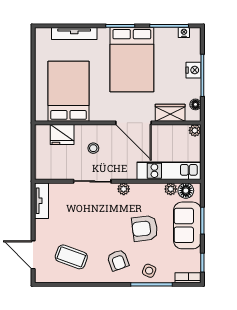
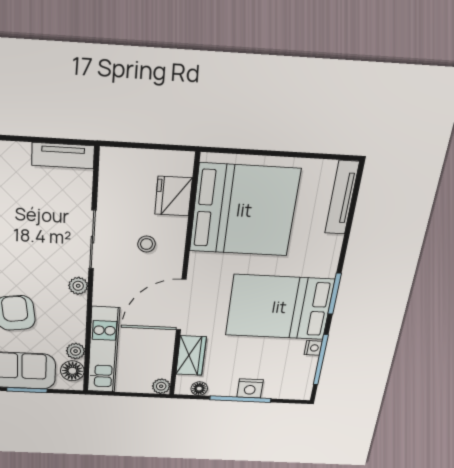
nightstand: (184, 33) -> (313, 348), moved
tv unit: (74, 34) -> (342, 198), moved
bed: (69, 91) -> (244, 210), width x1.36

